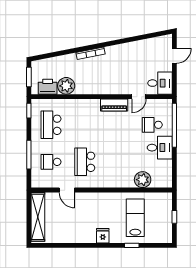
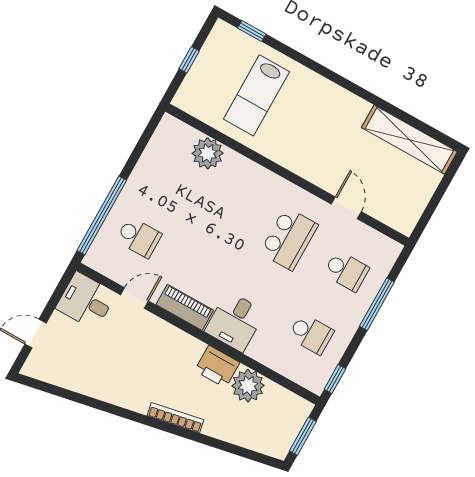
printer: (48, 87) -> (217, 367), moved
school desk: (51, 125) -> (311, 334), width x0.54
desk: (160, 148) -> (235, 321), moved, turned -90
shelving: (38, 217) -> (409, 140), moved, turned 90
fridge: (103, 236) -> (329, 96), removed
window: (132, 245) -> (252, 31), moved

